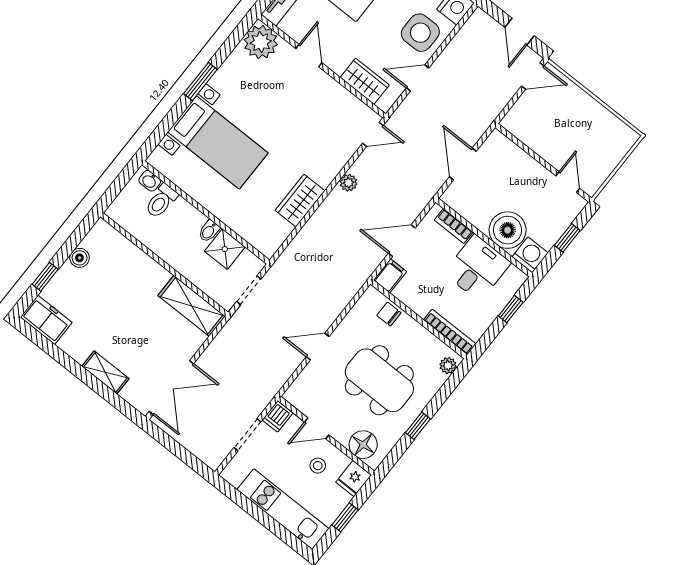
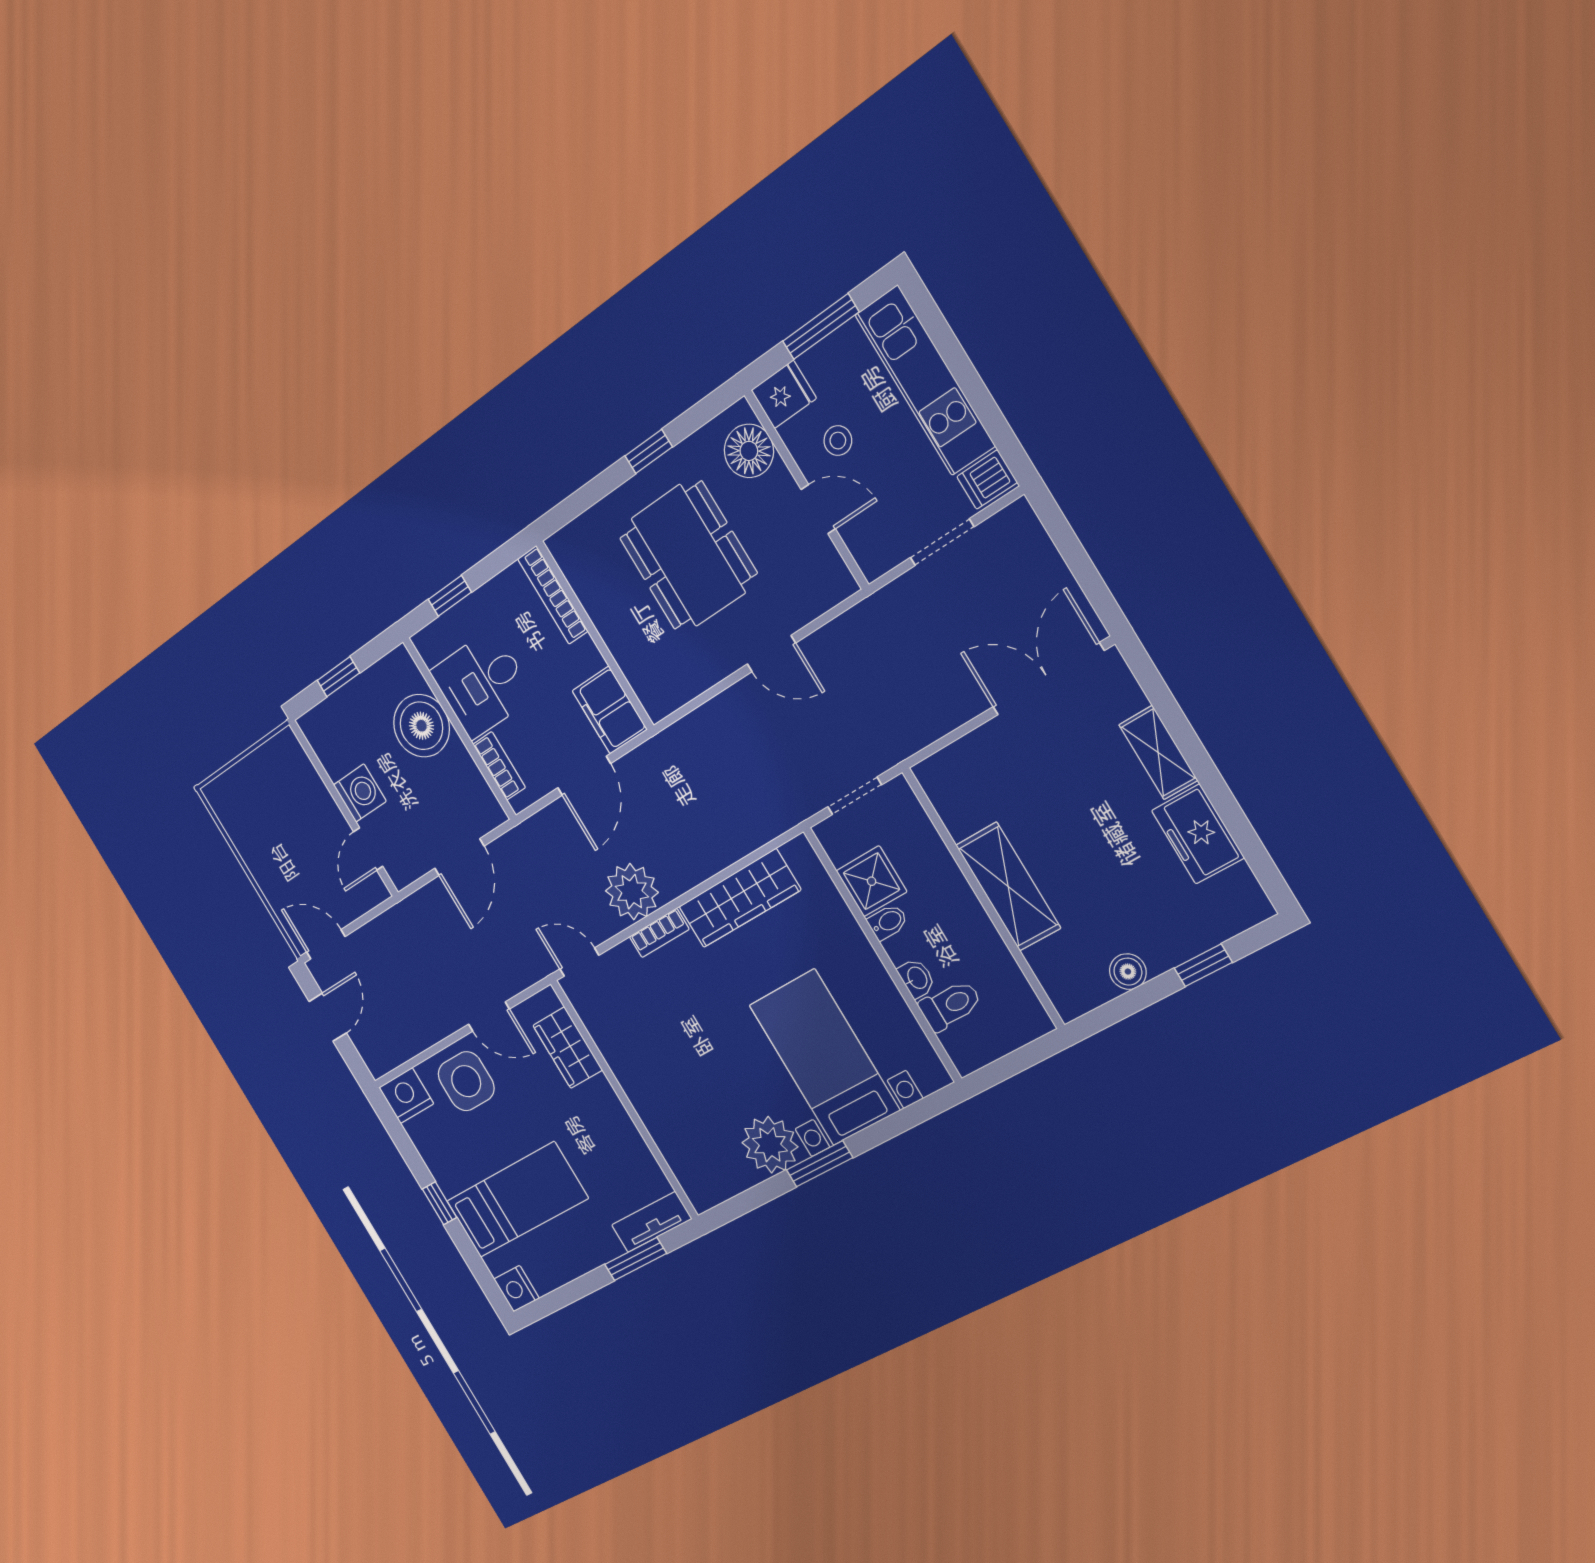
plant: (261, 42) -> (770, 1145), moved
door: (309, 56) -> (639, 1124), removed
bookcase: (332, 171) -> (659, 933), added
washbasin: (150, 181) -> (917, 978), moved
door: (568, 182) -> (368, 849), moved
plant: (348, 183) -> (632, 892), width x1.87, depth x1.87
wardrobe: (300, 201) -> (740, 898), width x1.50
door: (402, 241) -> (584, 776), hinge flipped
washing machine: (530, 255) -> (360, 793), moved, turned 180
filing cabinet: (390, 276) -> (610, 710), width x2.00
shelving: (192, 306) -> (1008, 887), moved
chair: (389, 314) -> (639, 663), removed
freezer: (46, 320) -> (1198, 834), moved
plant: (448, 365) -> (571, 539), removed
dishwasher: (278, 416) -> (987, 480), moved, turned 180
window: (345, 517) -> (821, 327), width x1.50

